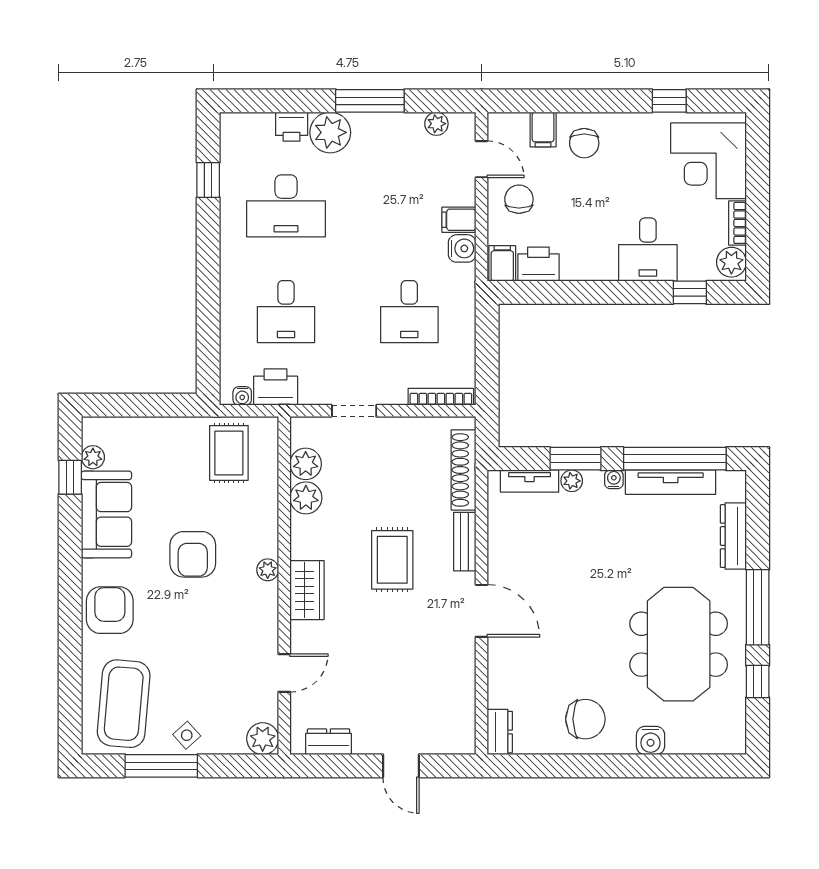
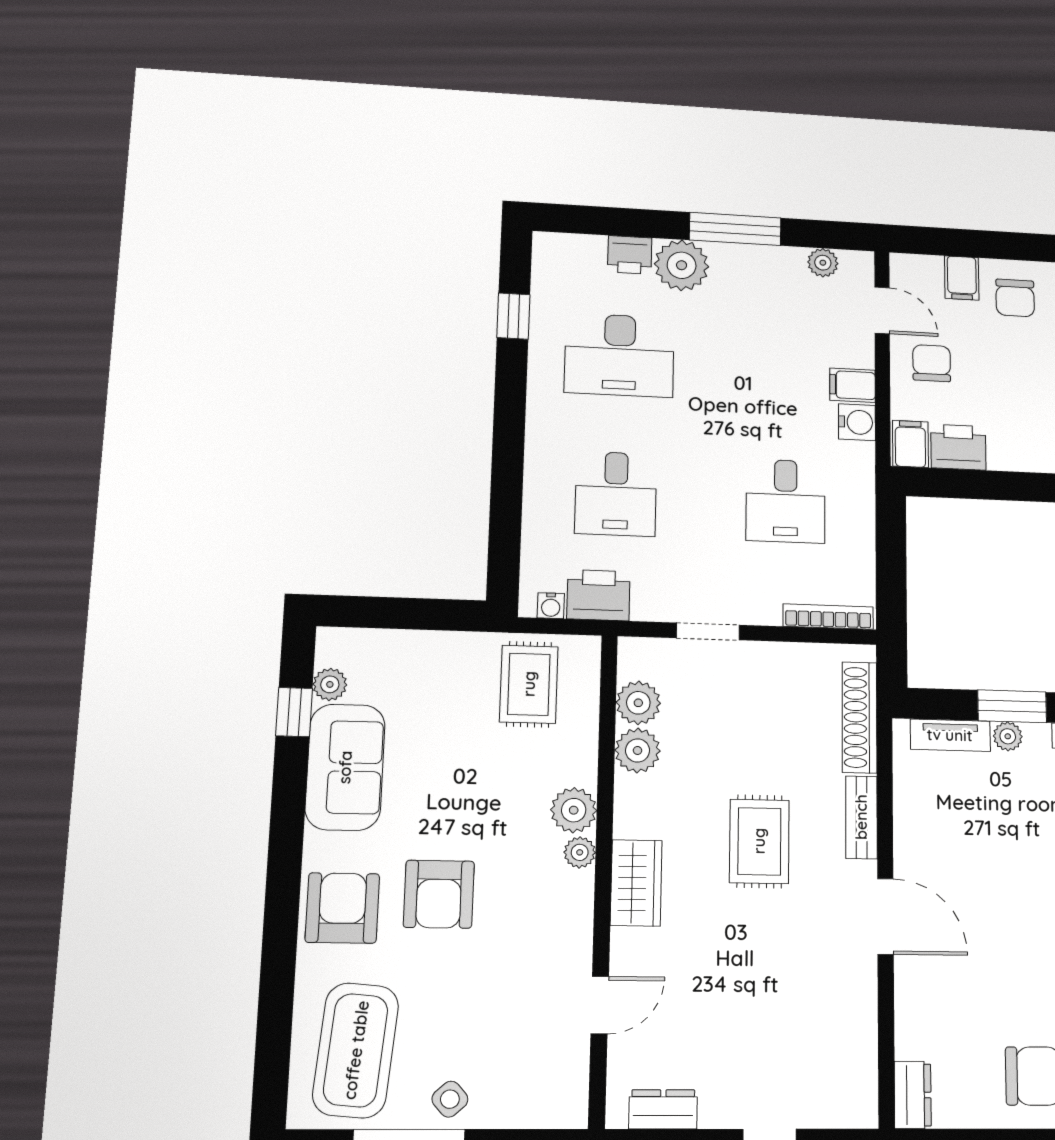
armchair: (193, 554) -> (439, 894), moved
plant: (263, 739) -> (574, 810), moved

